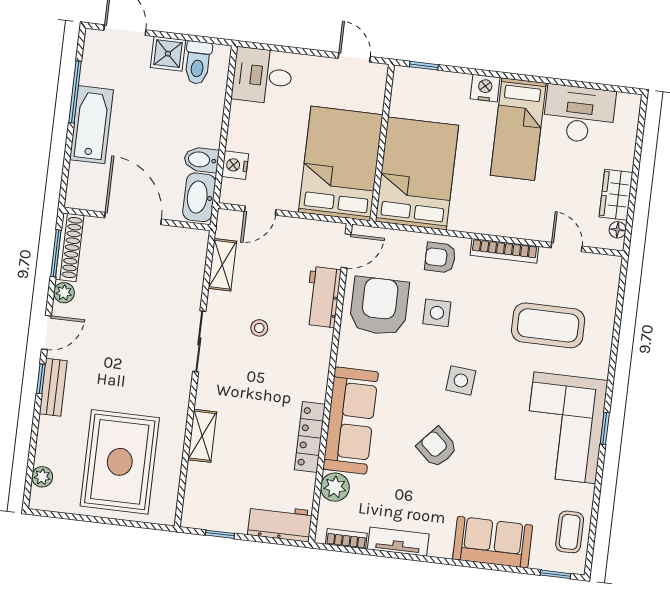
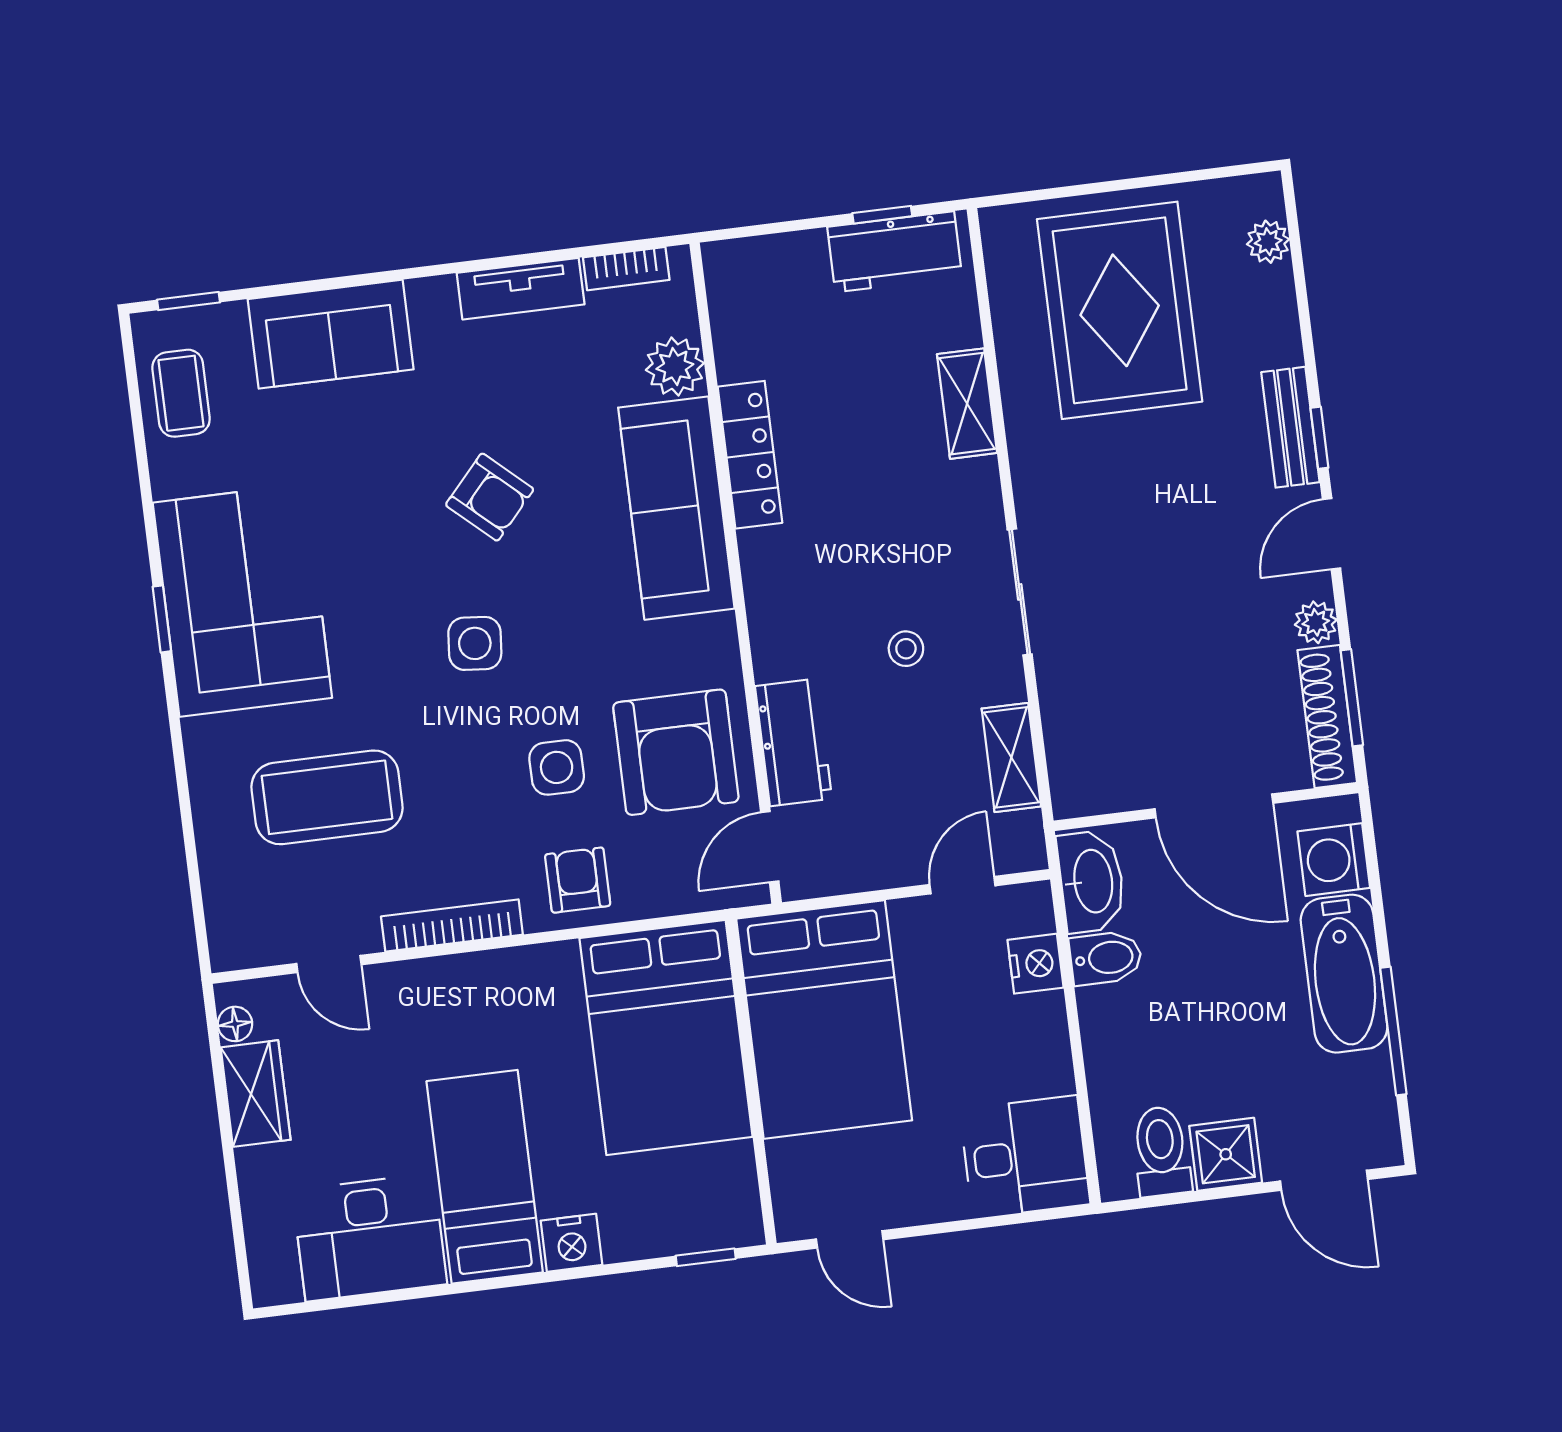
washing machine: (83, 179) -> (1334, 860), added
armchair: (440, 258) -> (578, 880), turned -90
workbench: (280, 523) -> (895, 252), moved

